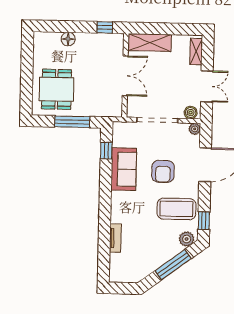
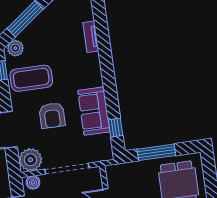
plant: (195, 129) -> (30, 160), width x1.88, depth x1.88
armchair: (163, 171) -> (52, 115), turned 180

